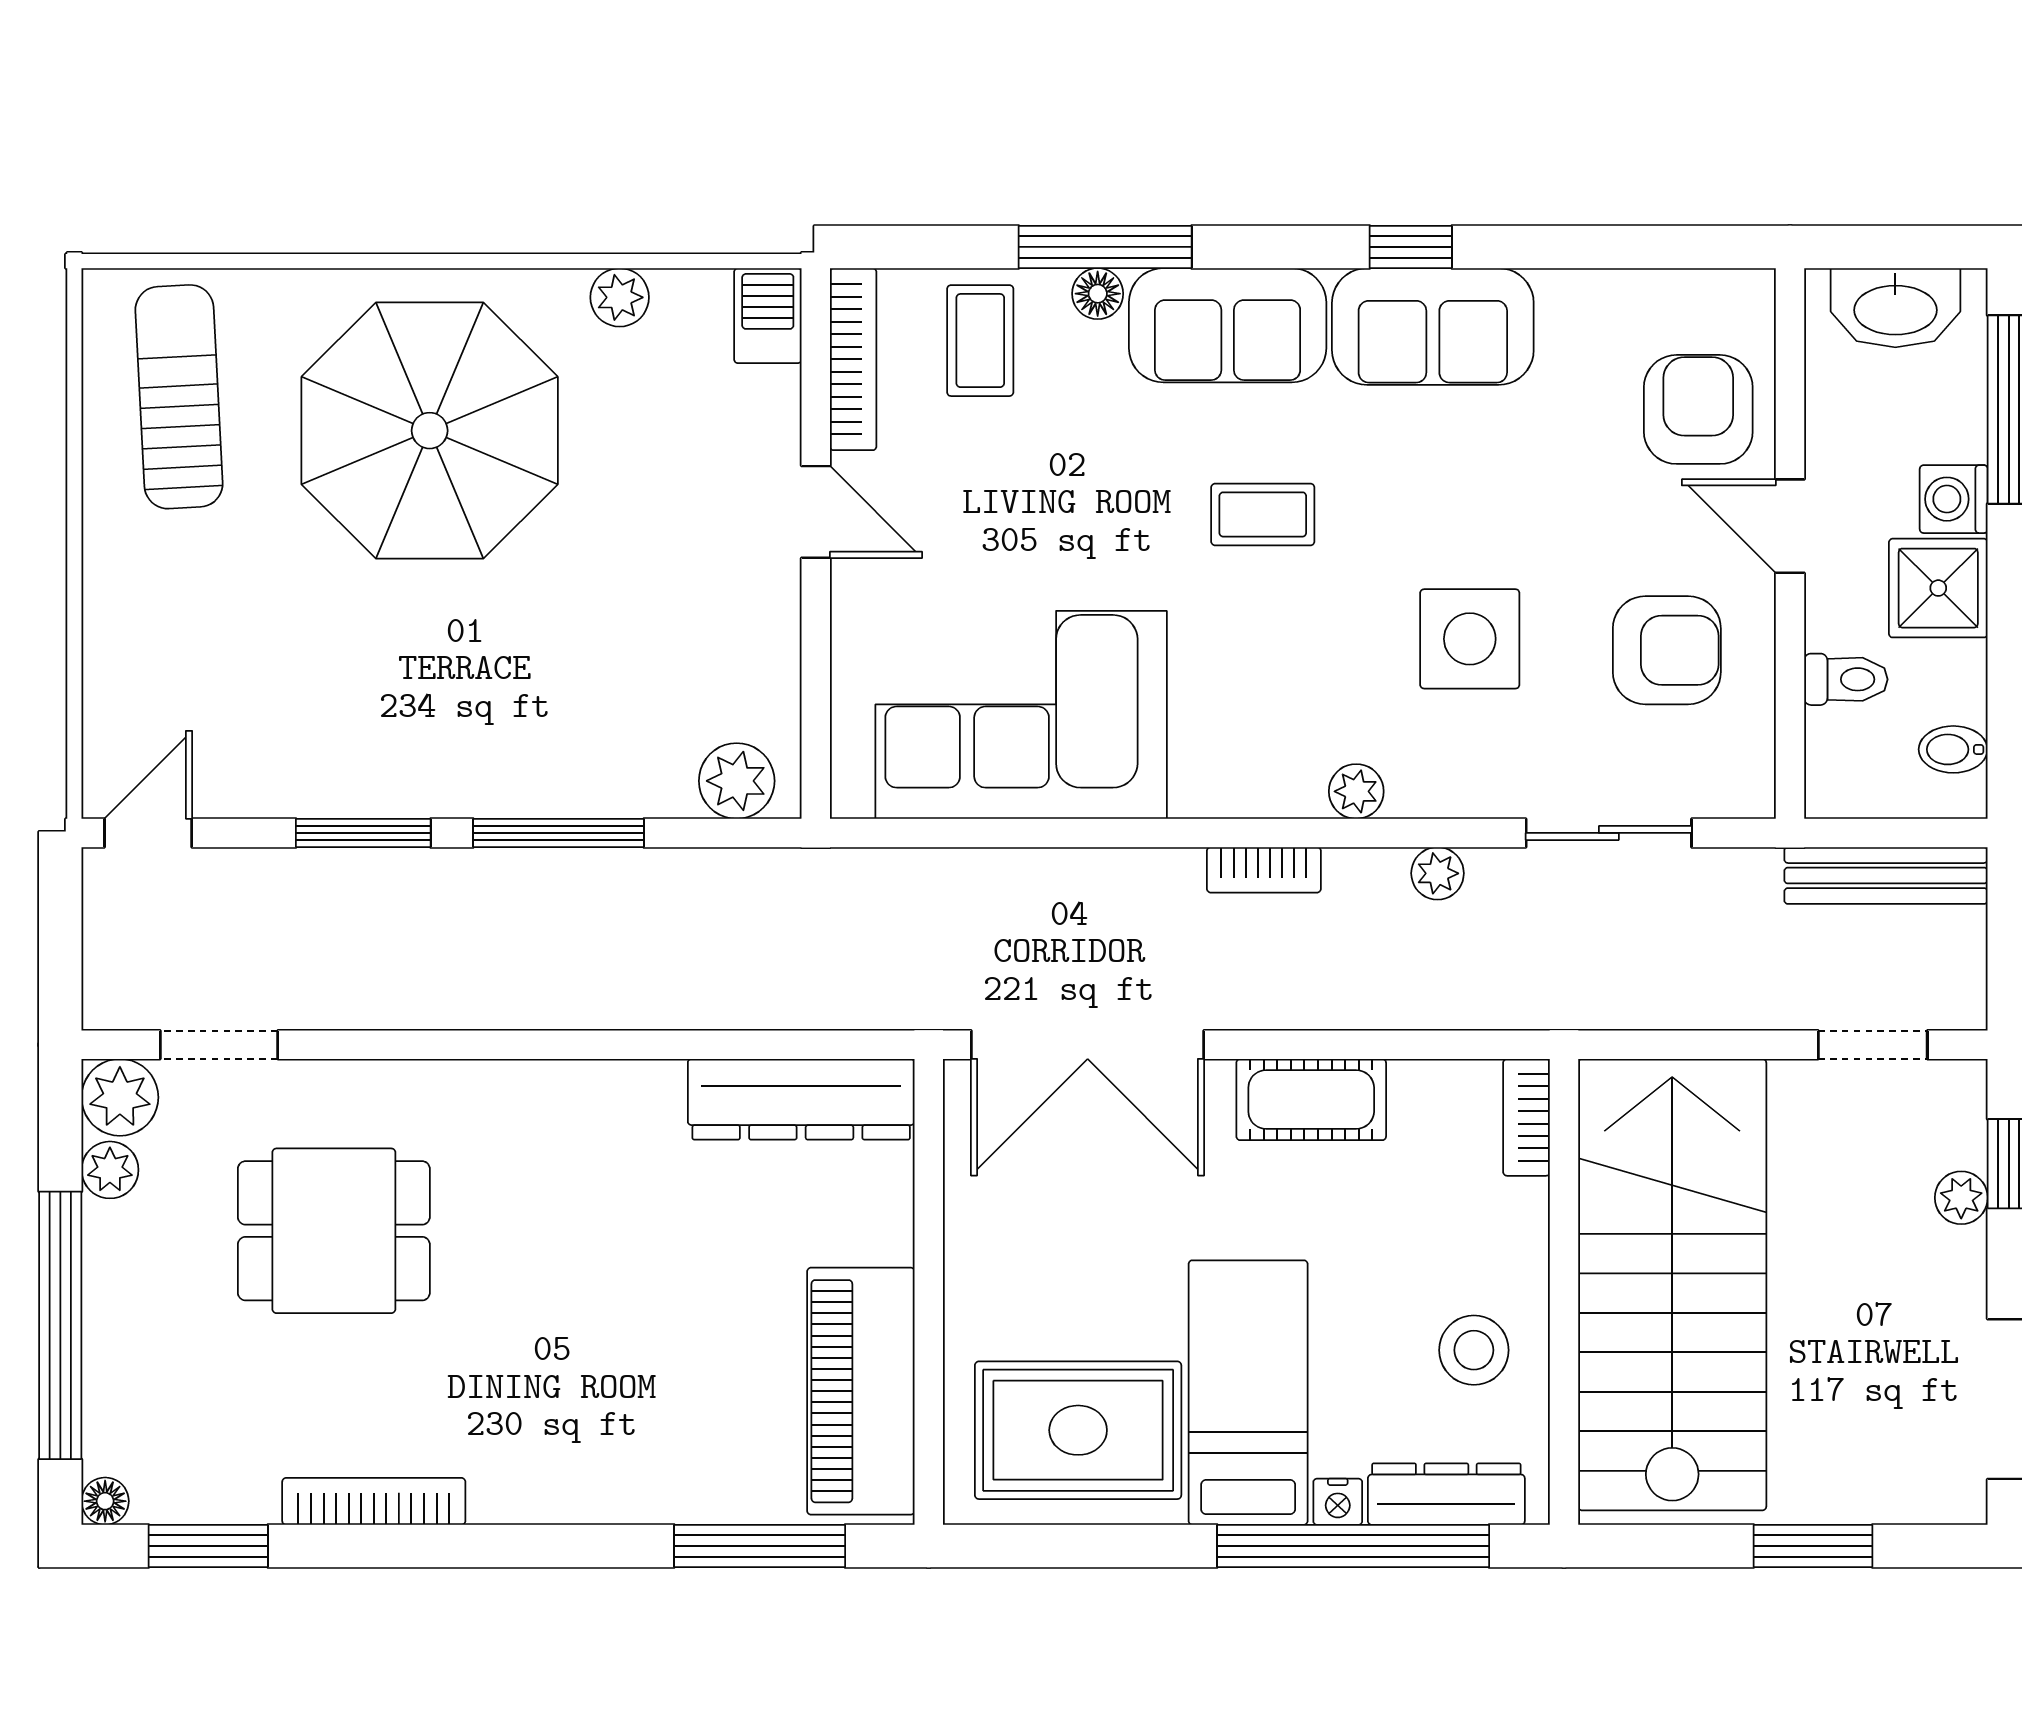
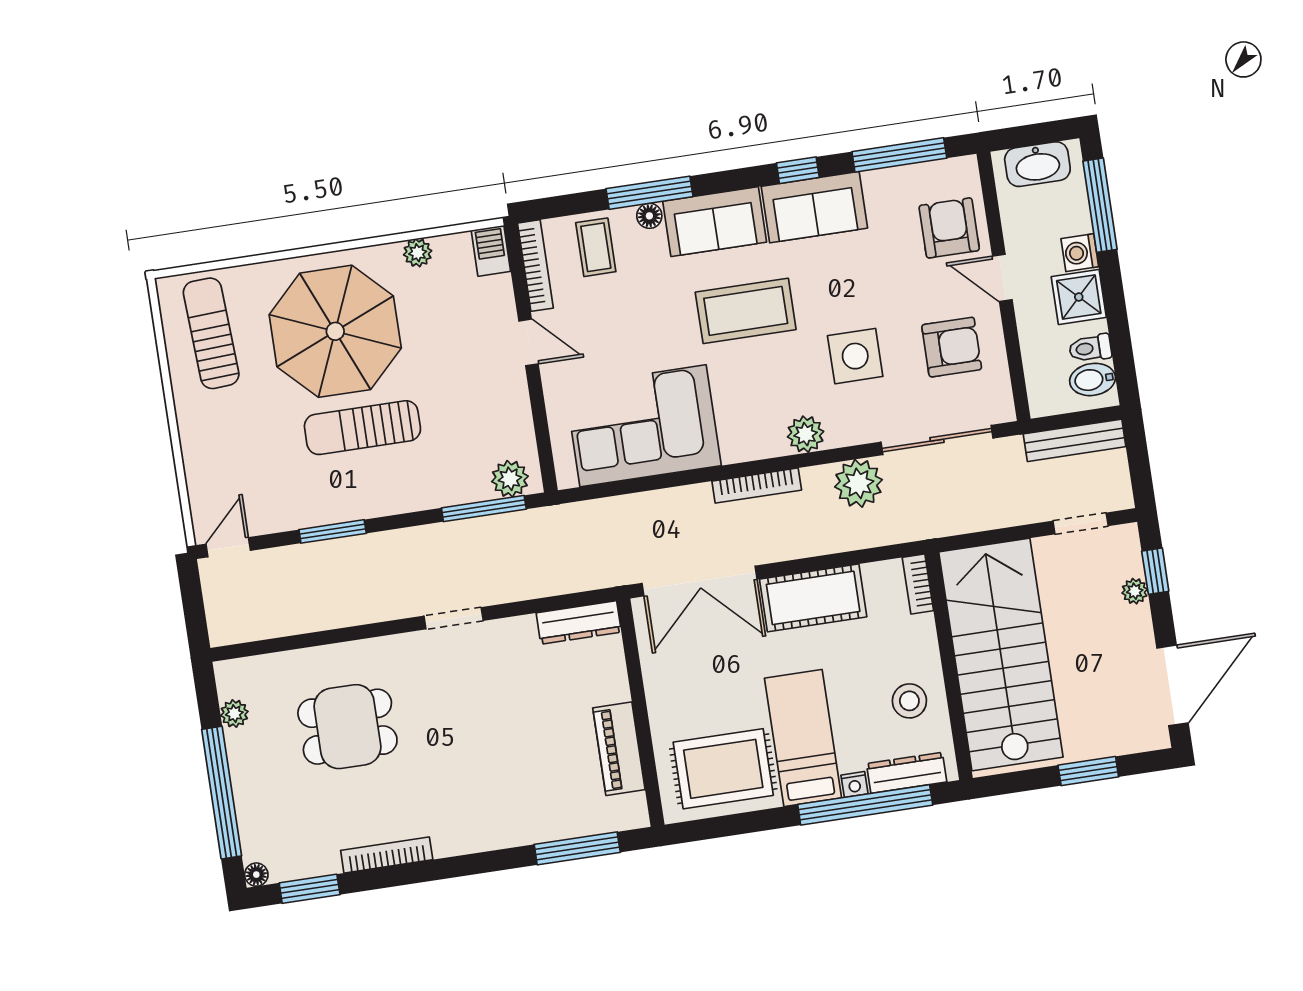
window: (1620, 247) -> (899, 155), added
coffee table: (1263, 514) -> (746, 311), width x1.86, depth x1.72
sun lounger: (455, 633) -> (362, 428), added
toilet: (1846, 679) -> (1090, 348), moved, turned 180
bidet: (1953, 749) -> (1093, 379), width x1.38, depth x1.36
plant: (1356, 791) -> (806, 434), width x1.38, depth x1.38
window: (558, 833) -> (484, 509), moved
sliding door: (1609, 833) -> (937, 440), width x1.37
bookcase: (1264, 870) -> (757, 486), width x1.56
plant: (1438, 873) -> (858, 483), width x1.88, depth x1.88
doorway: (219, 1045) -> (454, 618), moved
plant: (120, 1097) -> (234, 678), removed
dresser: (801, 1099) -> (579, 622), width x0.73, depth x0.80
cot: (1311, 1100) -> (813, 598), width x1.37, depth x1.34
piano: (861, 1391) -> (619, 749), width x0.73, depth x0.75

